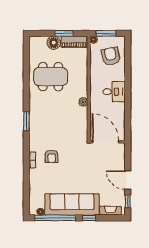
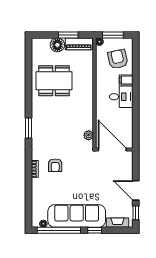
filing cabinet: (119, 76) -> (126, 80), added
plant: (83, 102) -> (89, 135), moved

